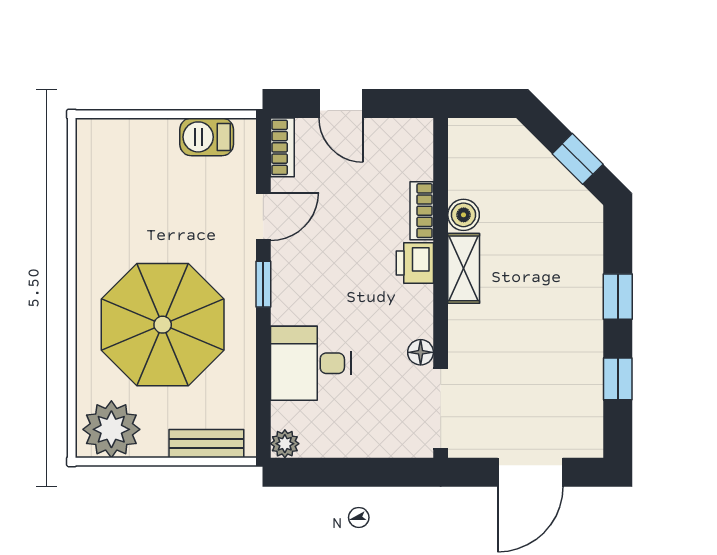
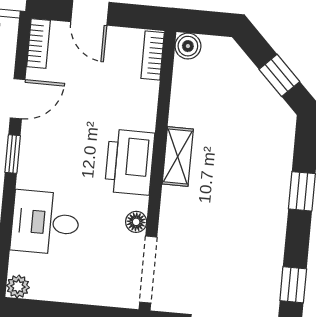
bookcase: (422, 211) -> (153, 55), moved
boiler: (464, 215) -> (188, 46), moved
printer: (415, 263) -> (130, 162), width x1.87, depth x1.48
window: (618, 379) -> (293, 285), moved

